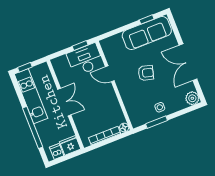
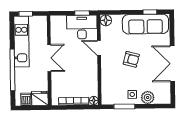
floor lamp: (106, 44) -> (106, 20), added
plant: (192, 98) -> (148, 97), moved

